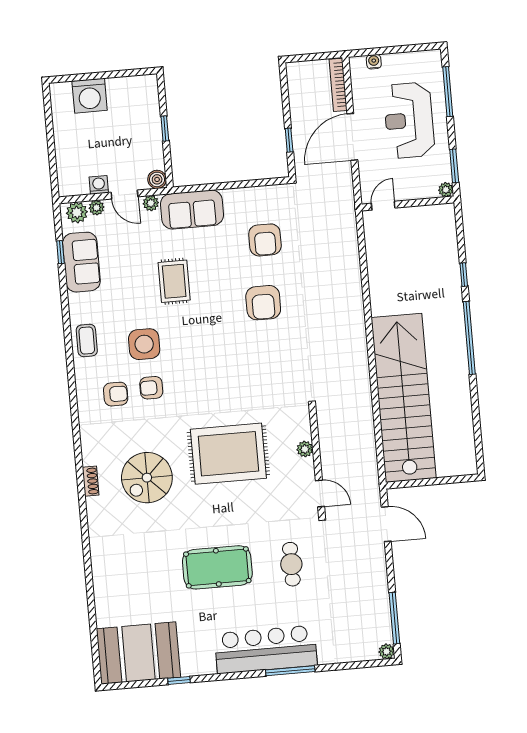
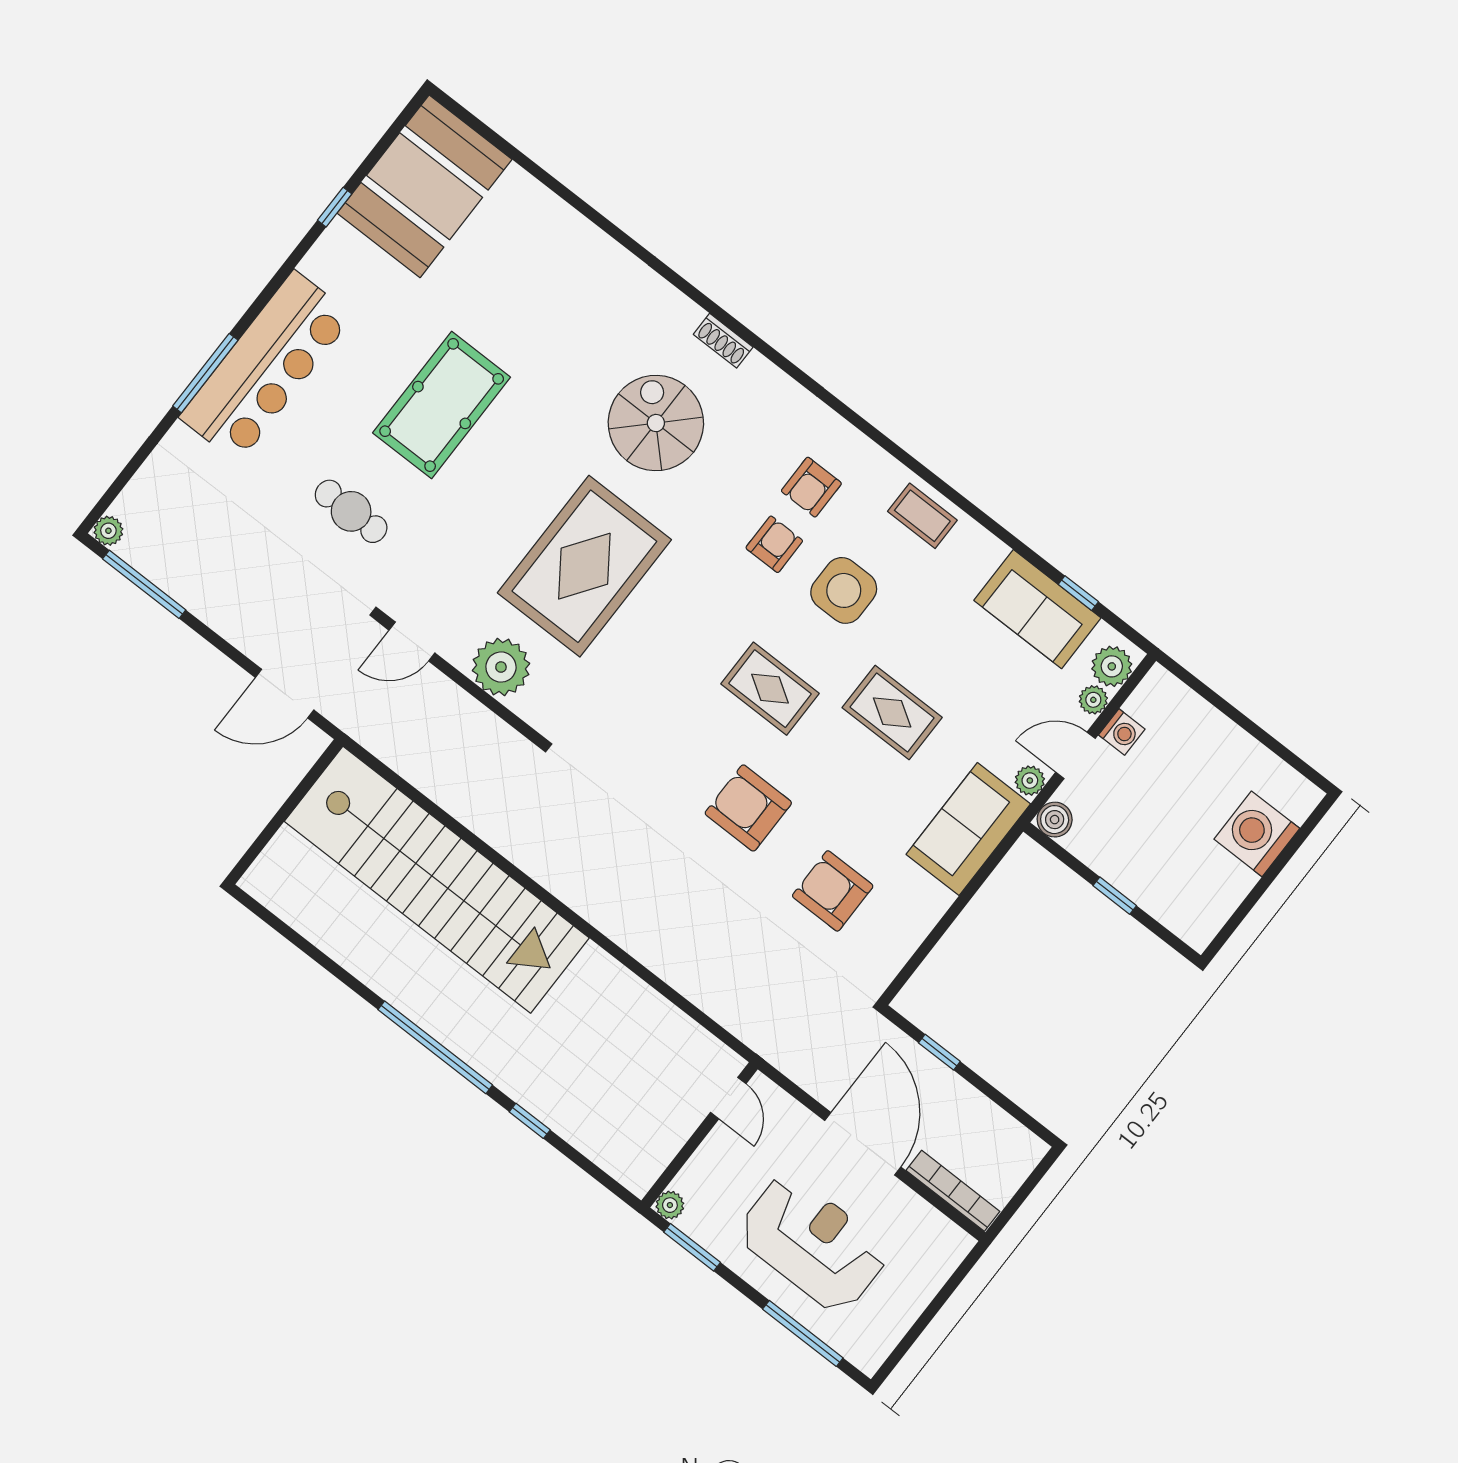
water cooler: (374, 62) -> (939, 1270), removed
rug: (209, 337) -> (770, 689), added
plant: (305, 449) -> (501, 667), width x1.87, depth x1.87

